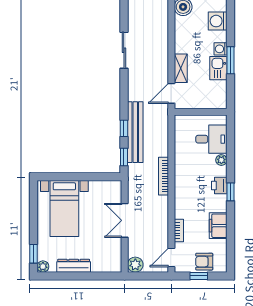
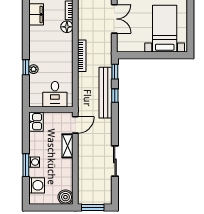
window: (230, 60) -> (26, 165), moved
kitchen sink: (218, 68) -> (36, 122), moved
desk: (211, 139) -> (55, 94), moved, turned -90
printer: (219, 186) -> (35, 48), removed
window: (230, 192) -> (26, 67), moved
floor lamp: (181, 211) -> (67, 27), added

